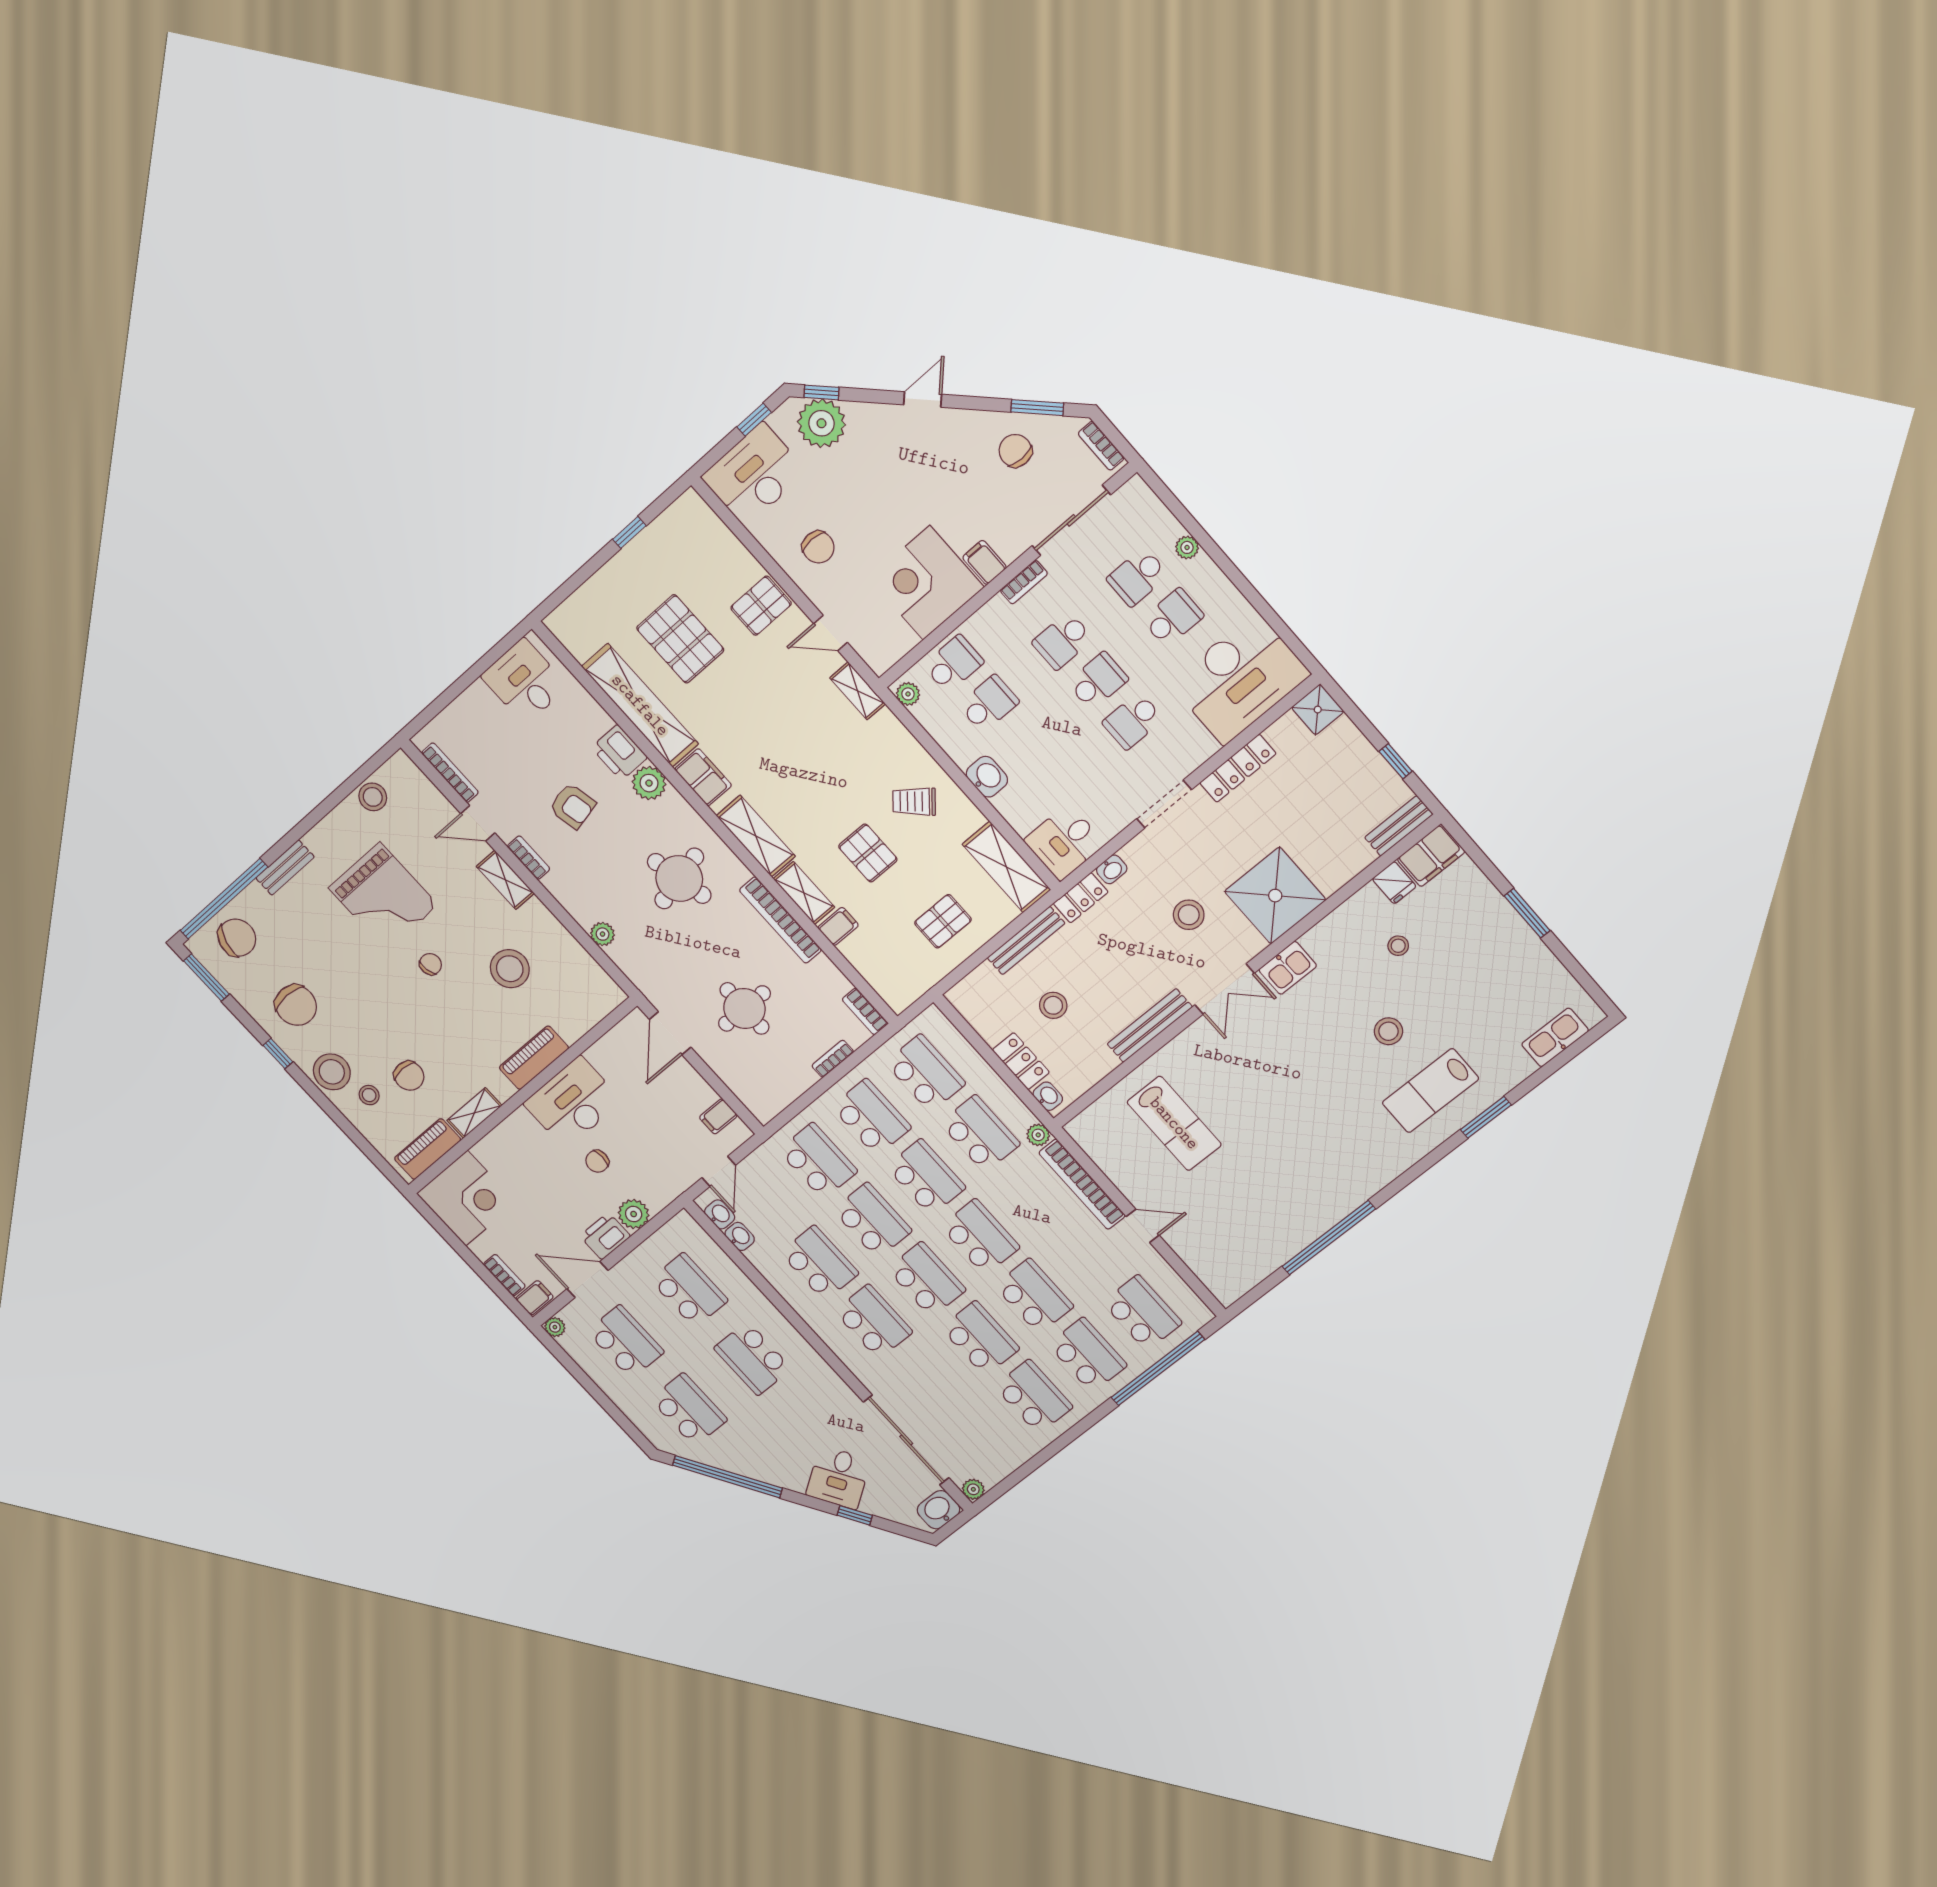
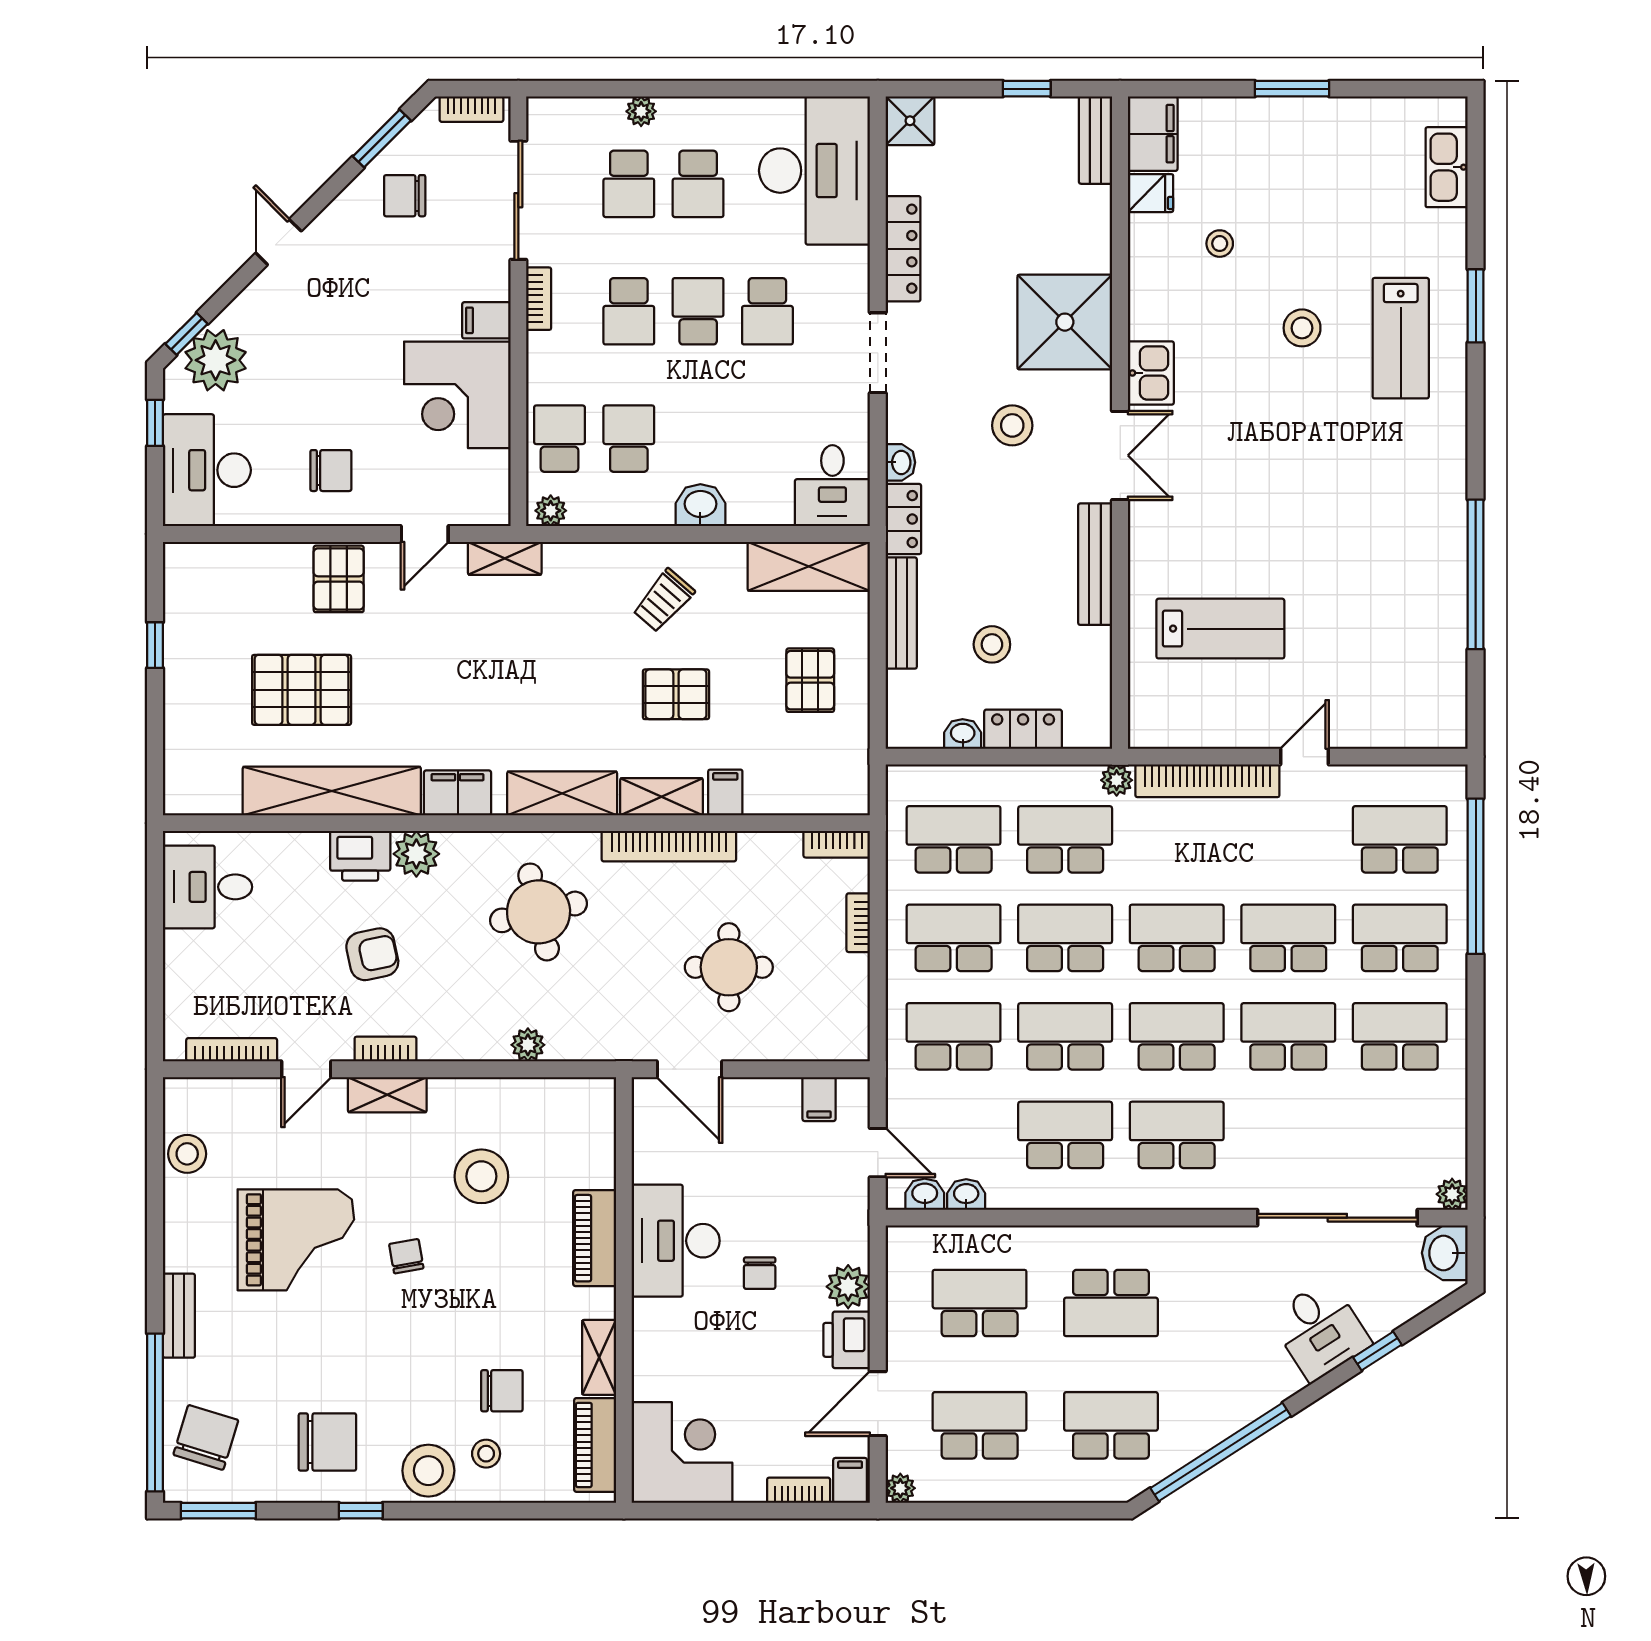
school desk: (1173, 618) -> (698, 184), turned 180
washbasin: (1048, 1096) -> (963, 734), moved

